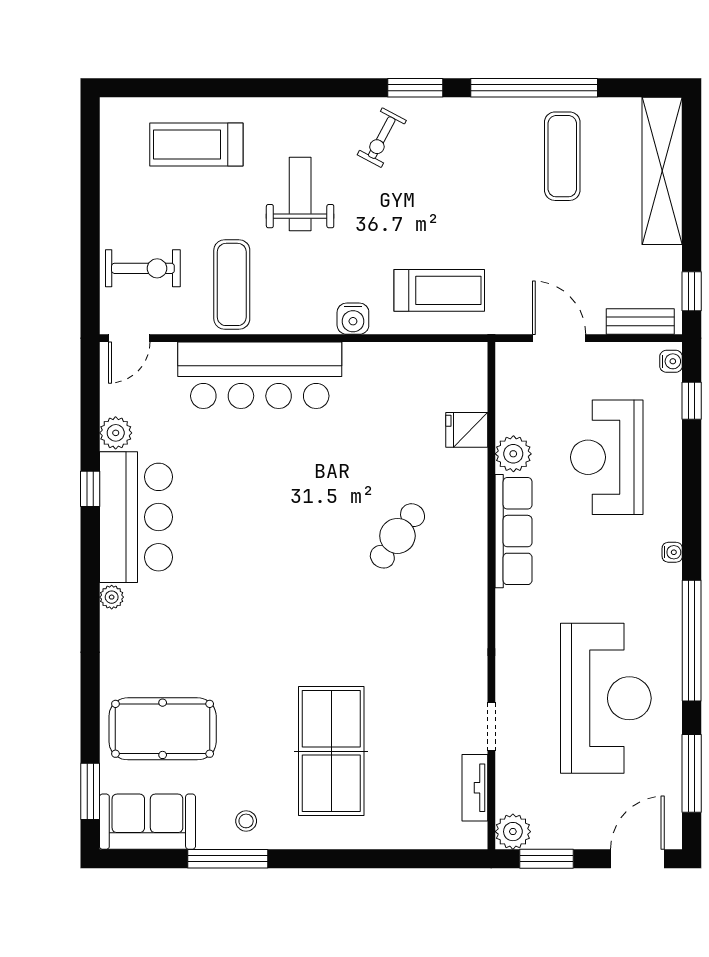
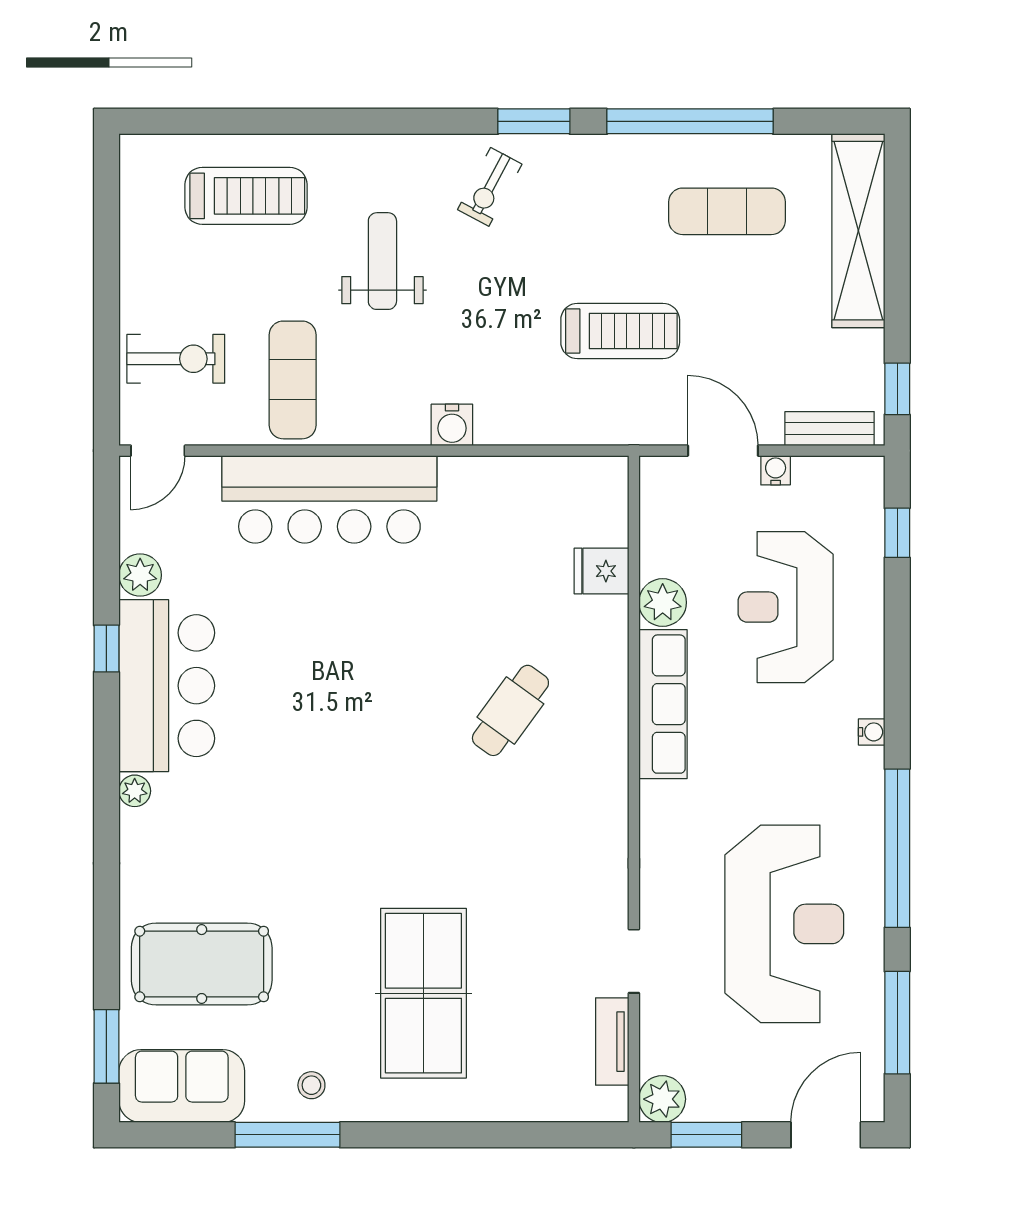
treadmill: (196, 144) -> (246, 196), turned 180
exercise mat: (562, 156) -> (727, 211), turned 90
treadmill: (439, 290) -> (620, 331), moved
water cooler: (671, 361) -> (776, 470), moved, turned -90

